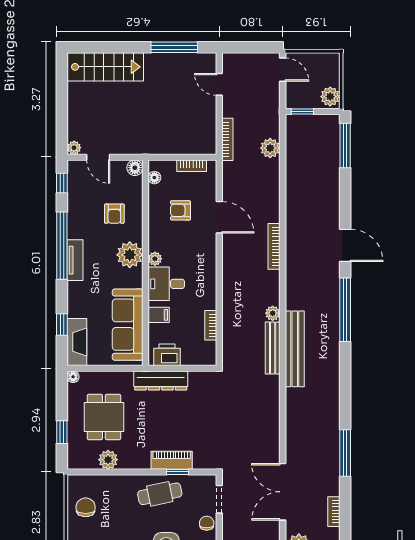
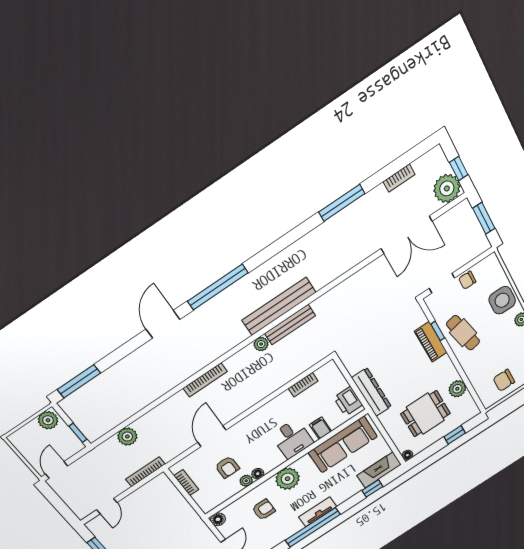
floor lamp: (154, 178) -> (258, 474), moved
plant: (155, 259) -> (246, 481), moved

